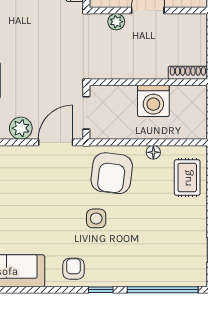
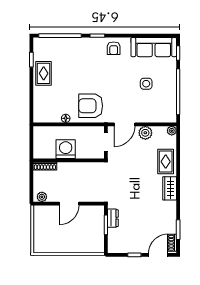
plant: (116, 22) -> (42, 197), moved
armchair: (112, 173) -> (91, 106), turned -97
rug: (187, 178) -> (44, 73), moved
side table: (96, 218) -> (146, 84), moved

